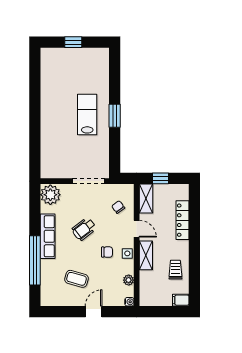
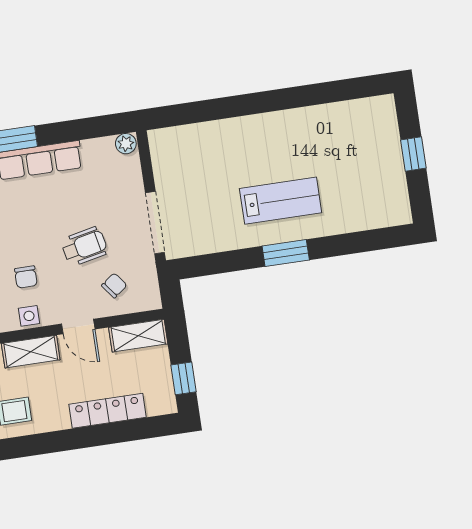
window: (161, 178) -> (184, 378), moved
plant: (50, 195) -> (126, 144), width x0.53, depth x0.53
wheelchair: (84, 229) -> (84, 246), moved, turned 116
door: (137, 229) -> (78, 327), hinge flipped

